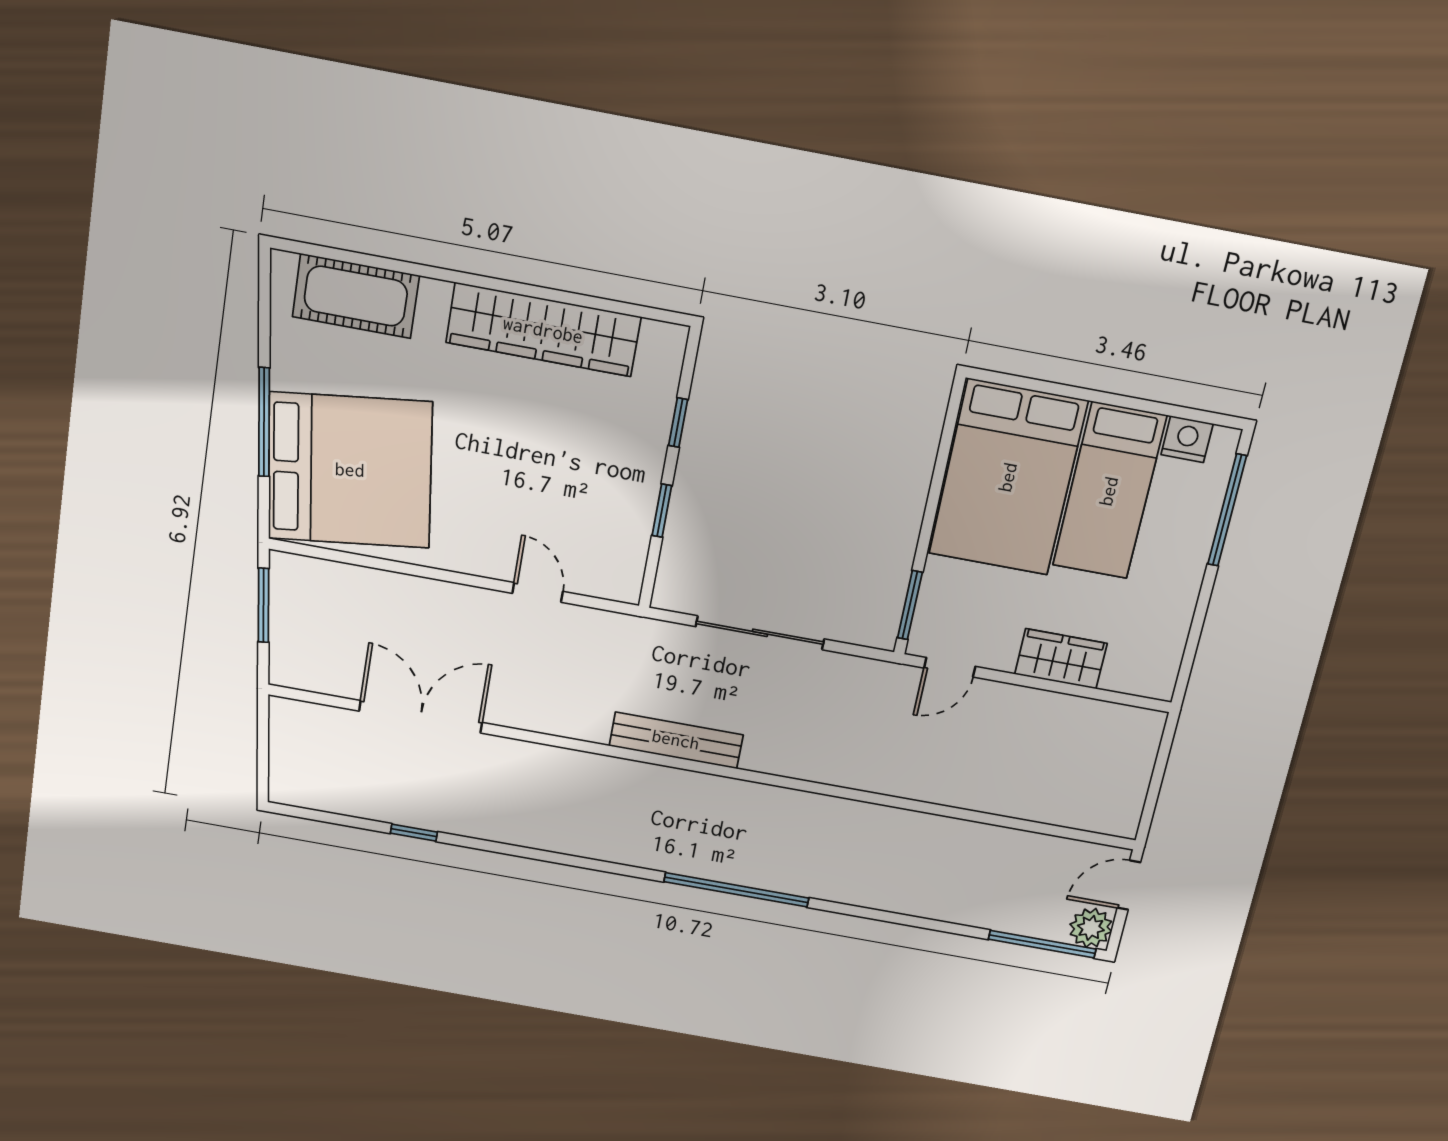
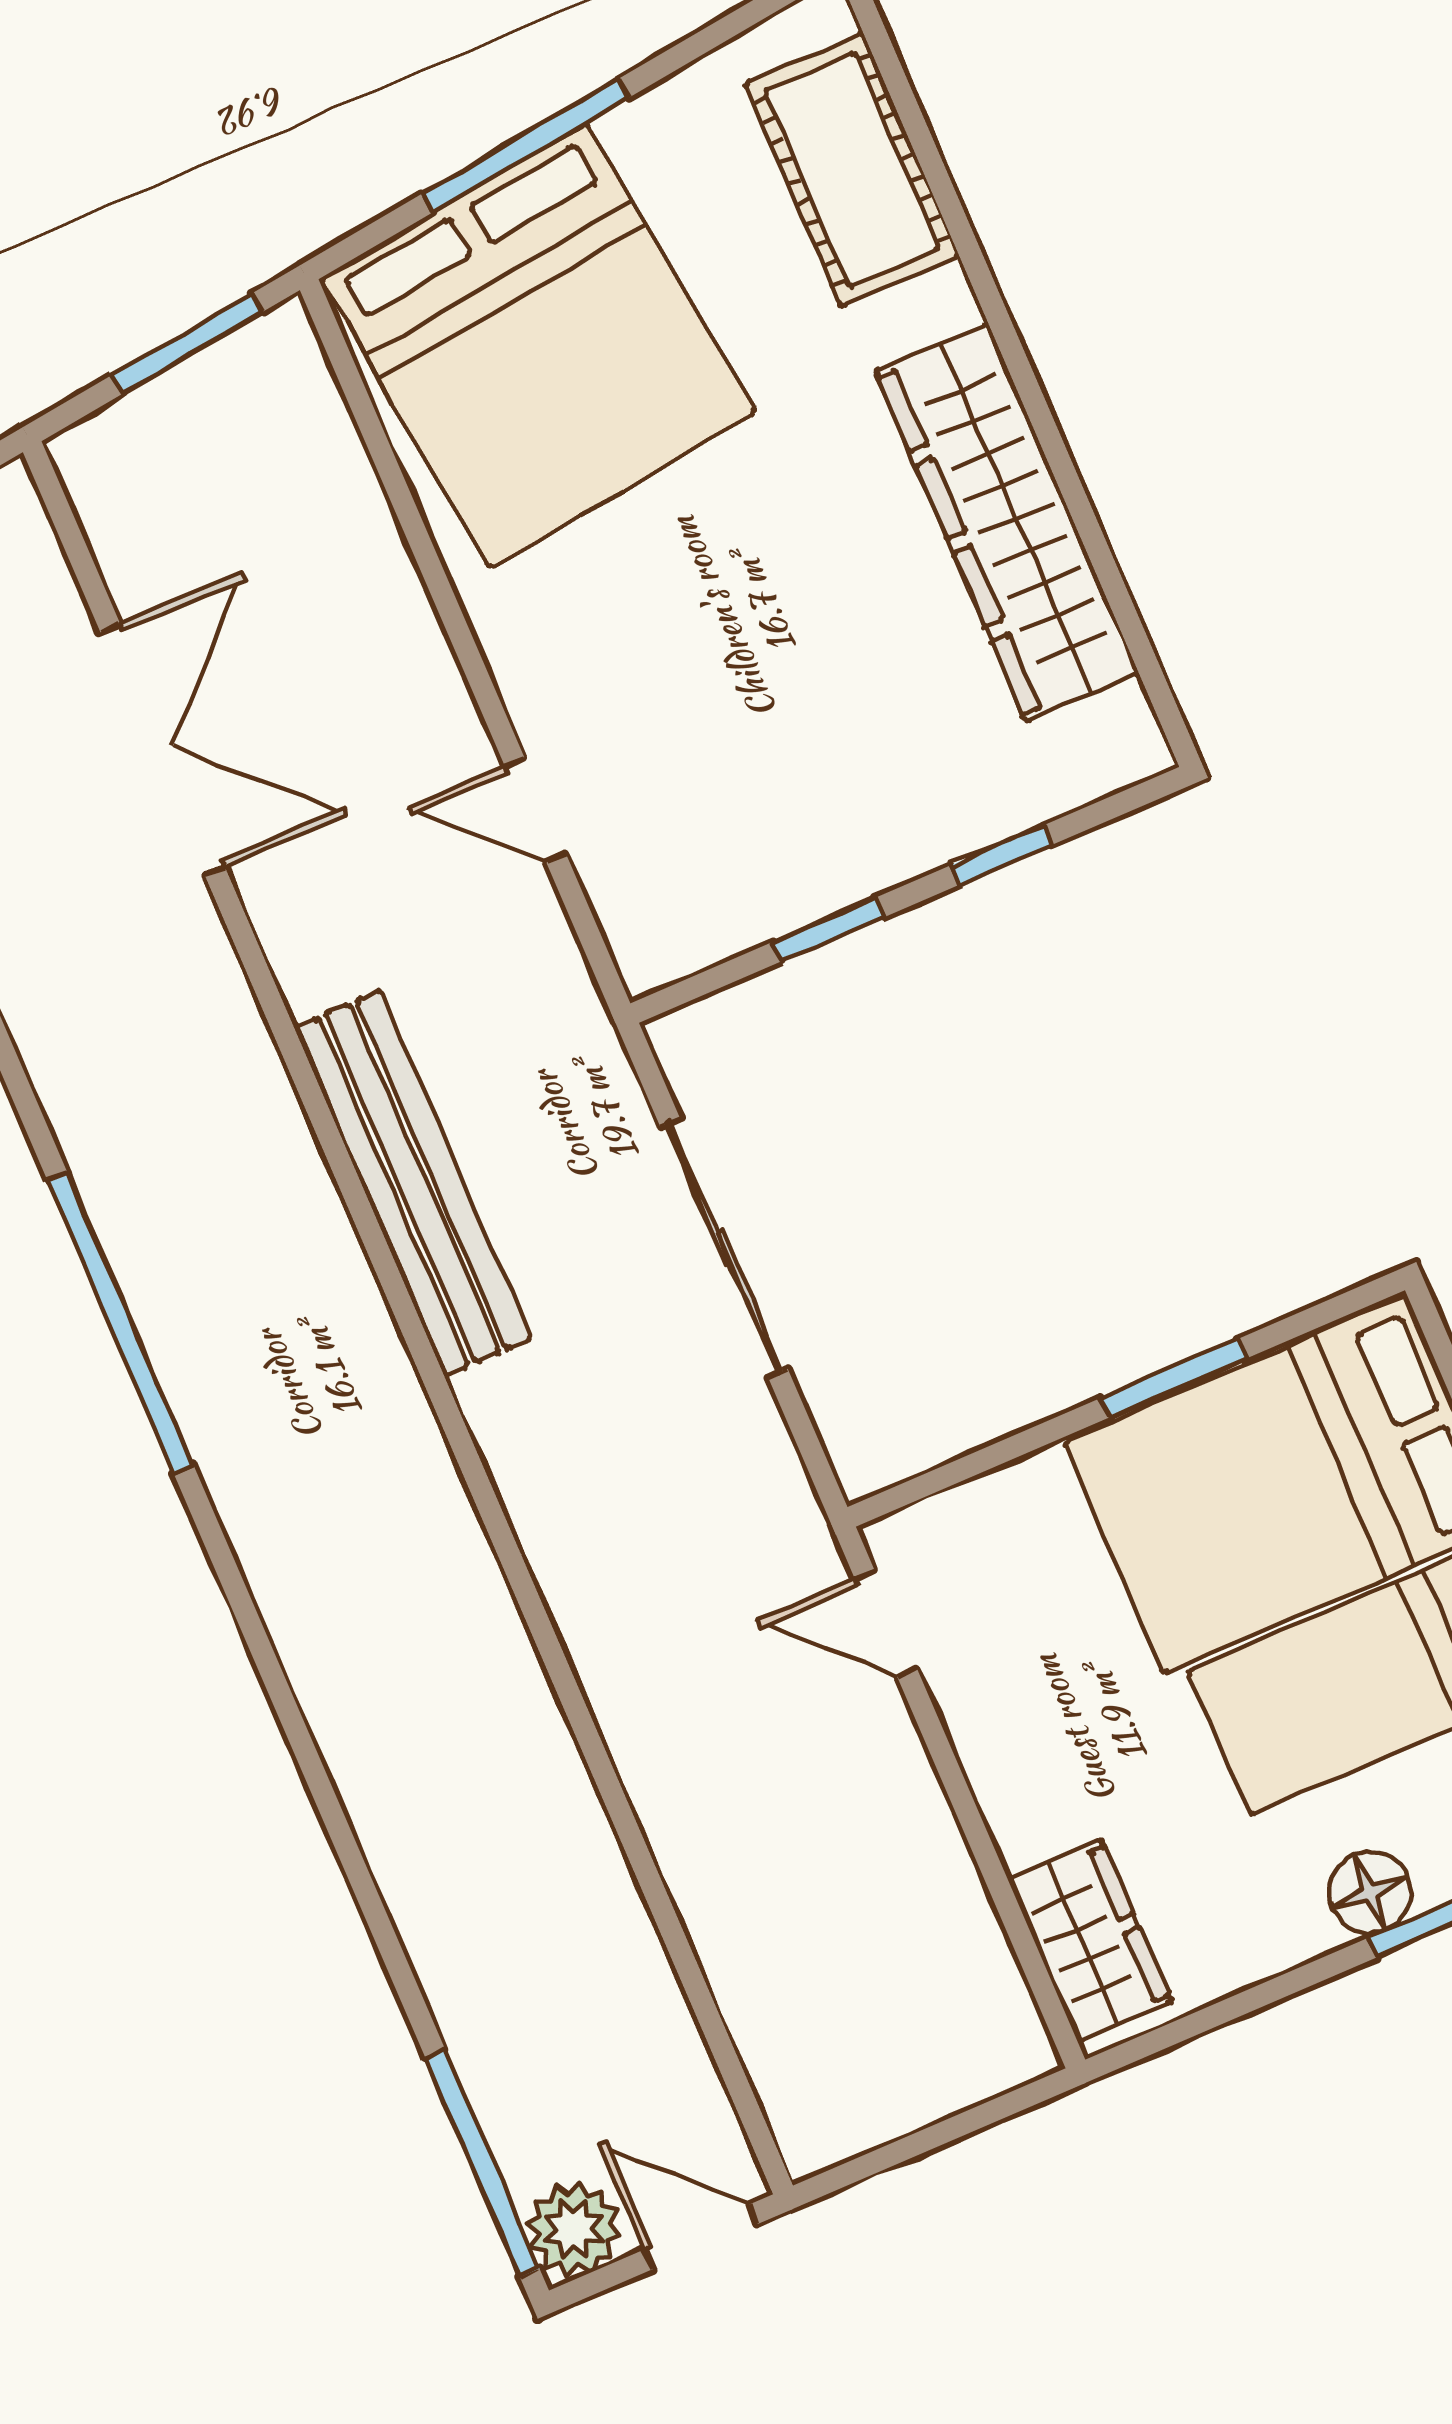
floor lamp: (1191, 552) -> (1370, 1892), added
door: (538, 592) -> (535, 810), swing flipped
window: (910, 605) -> (1174, 1378), moved
wardrobe: (1061, 659) -> (1090, 1941), moved
bench: (676, 740) -> (413, 1183), width x1.37, depth x1.21
window: (736, 890) -> (121, 1323), moved

